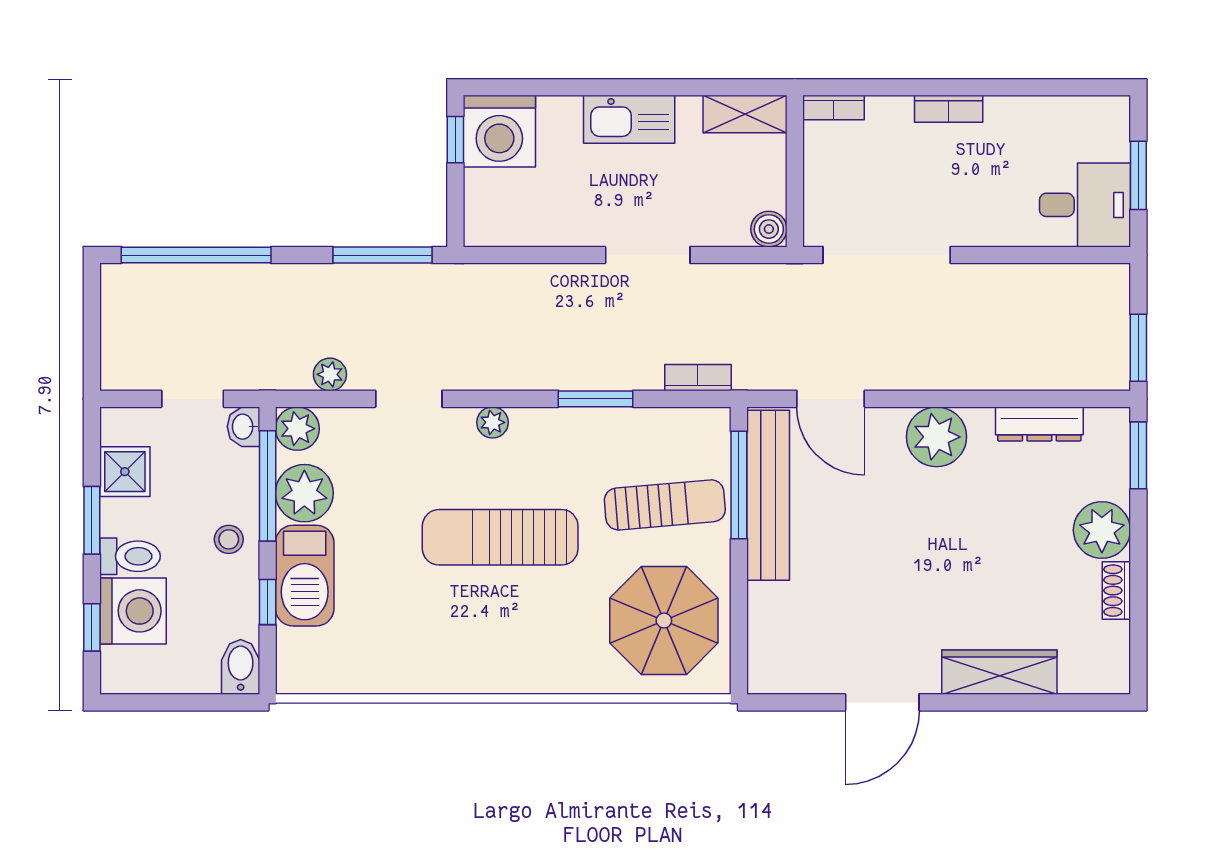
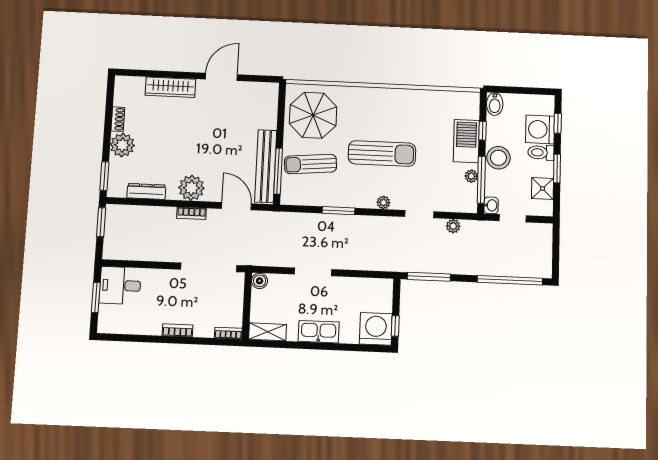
bookcase: (698, 378) -> (191, 213), moved
plant: (297, 429) -> (468, 204), removed
plant: (304, 493) -> (471, 176), width x0.53, depth x0.53
stool: (229, 539) -> (499, 158), width x1.89, depth x1.89

